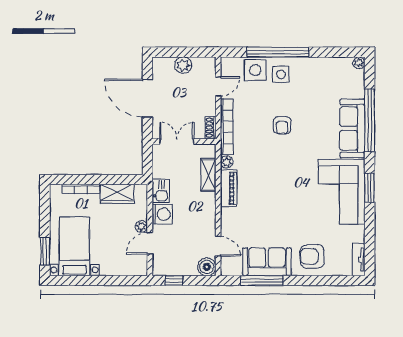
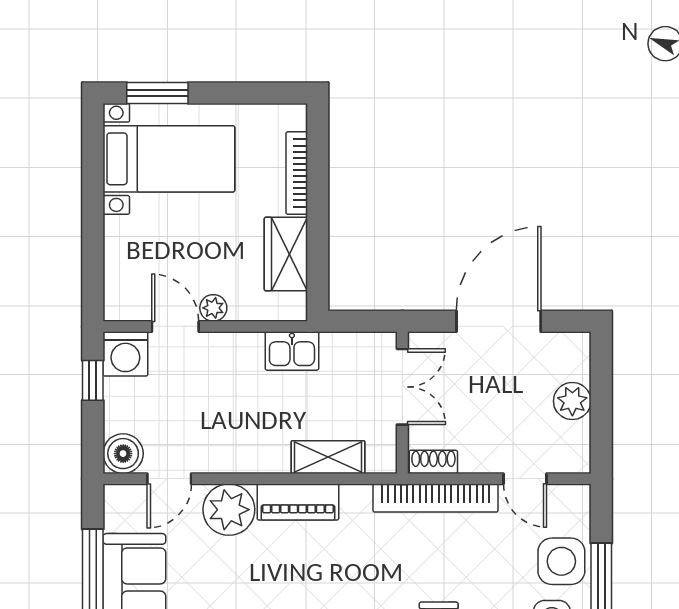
plant: (227, 162) -> (229, 510), moved, width x1.87, depth x1.87
washing machine: (162, 214) -> (125, 354), moved

